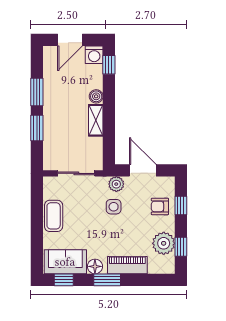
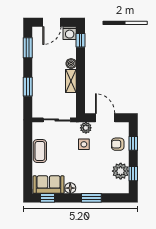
window: (37, 92) -> (28, 48), moved
piano: (127, 265) -> (94, 187), removed
window: (107, 280) -> (91, 198), moved

